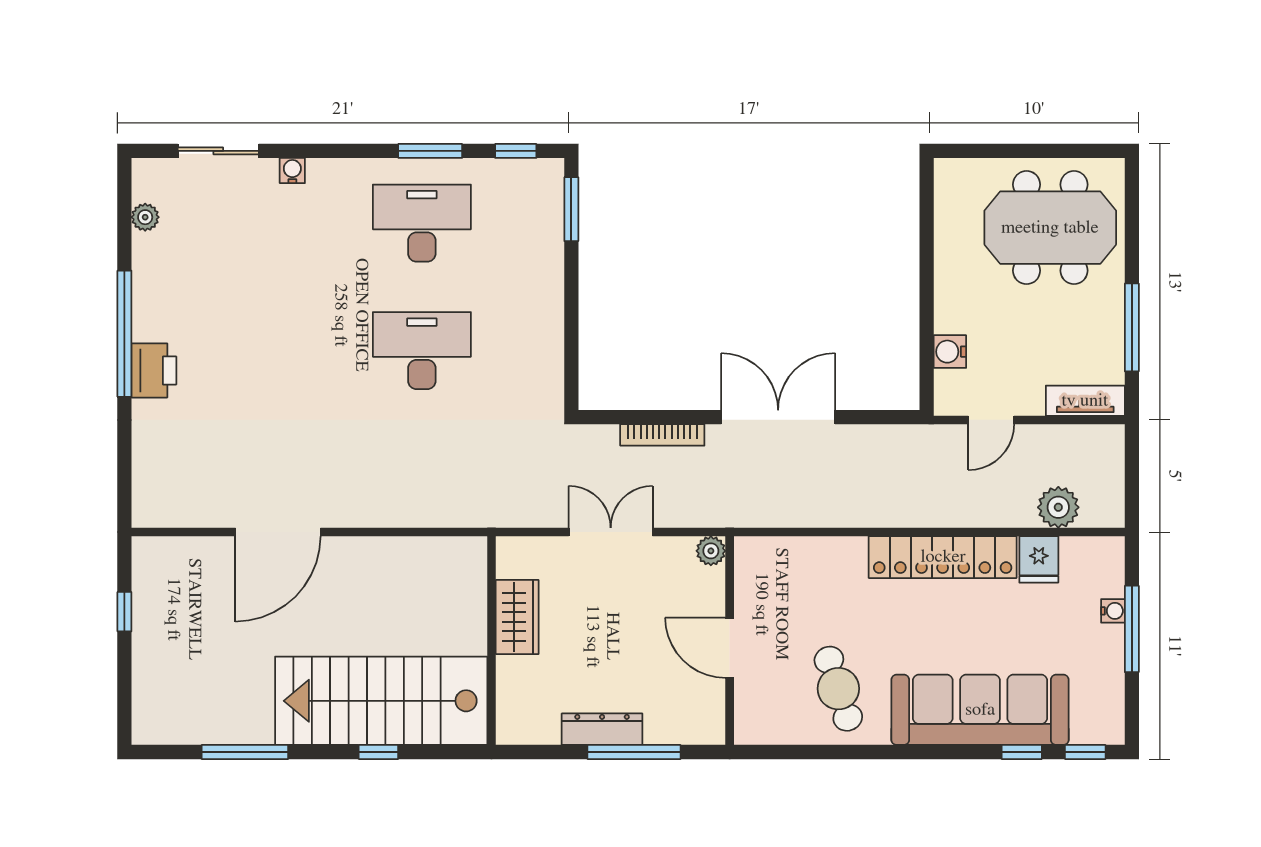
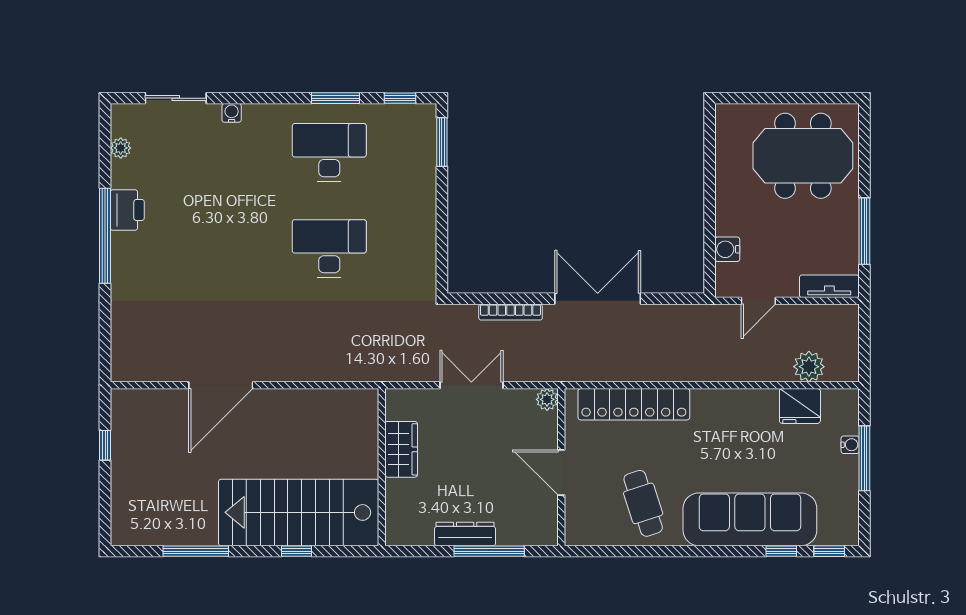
printer: (154, 370) -> (127, 210), moved
locker: (943, 557) -> (634, 404), moved
fridge: (1039, 559) -> (800, 406), width x1.38

